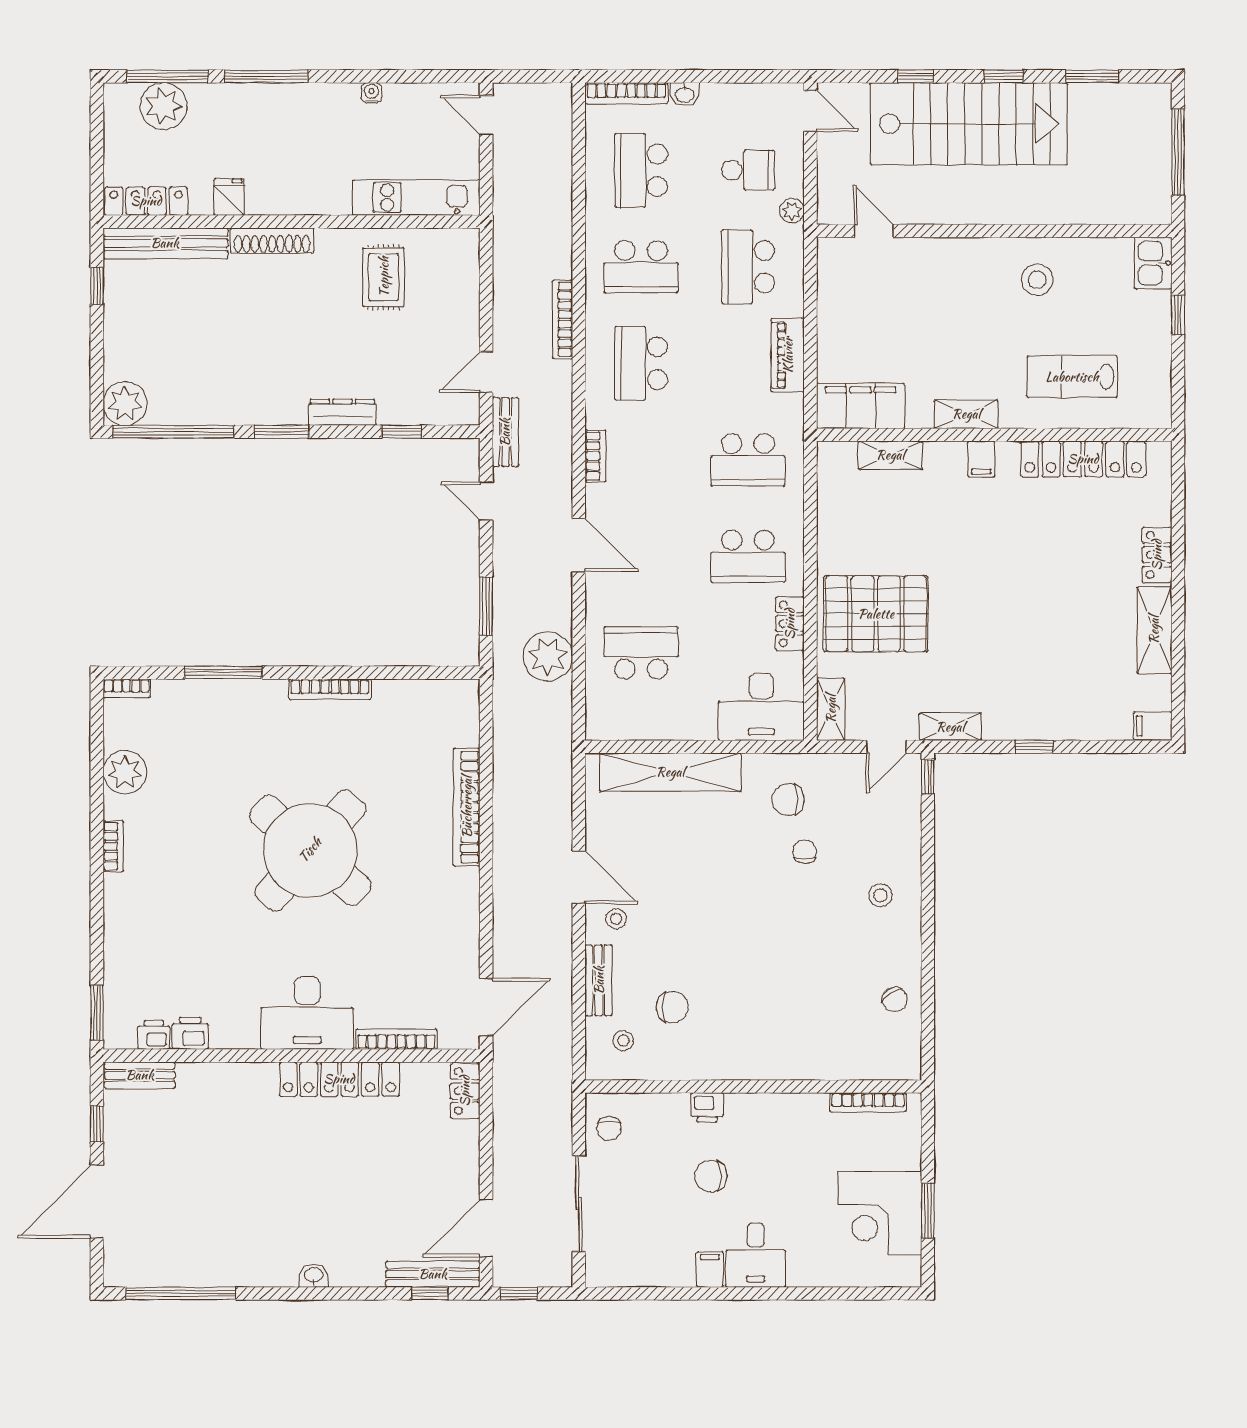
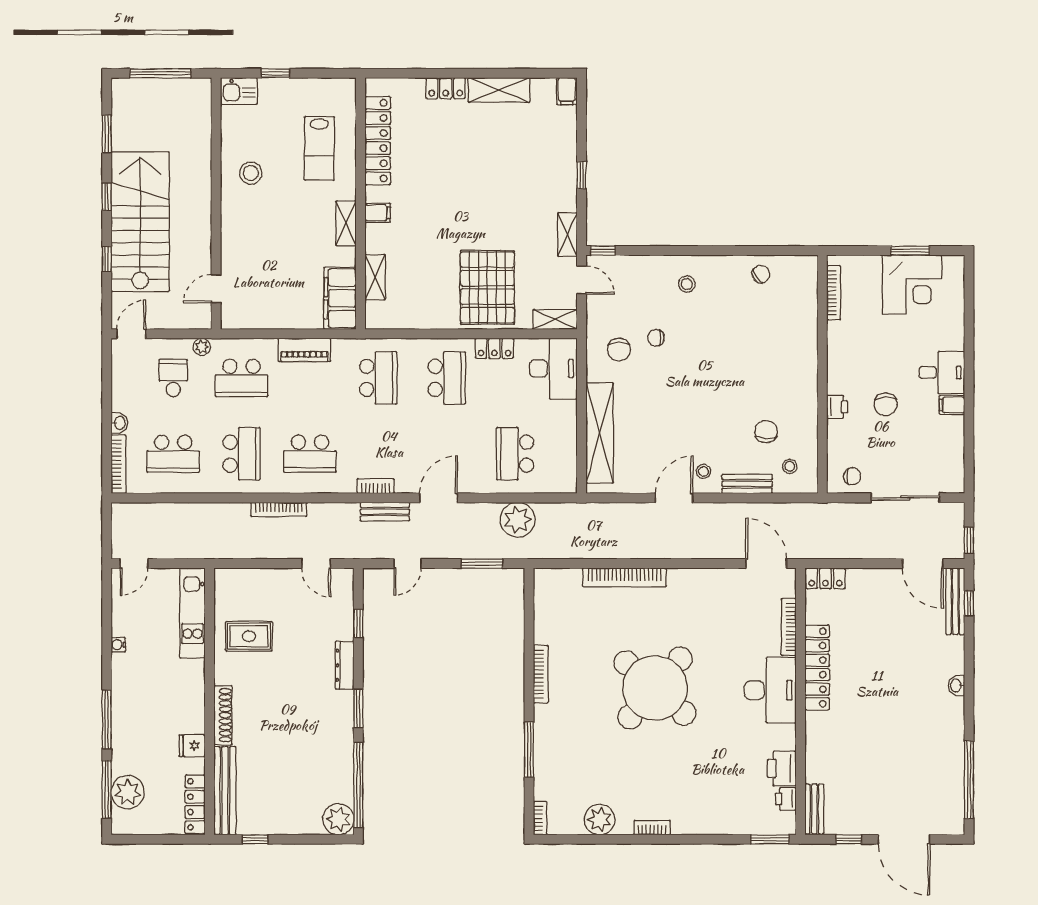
bench: (505, 432) -> (385, 512), moved
printer: (190, 1033) -> (782, 769), width x1.36, depth x1.24

